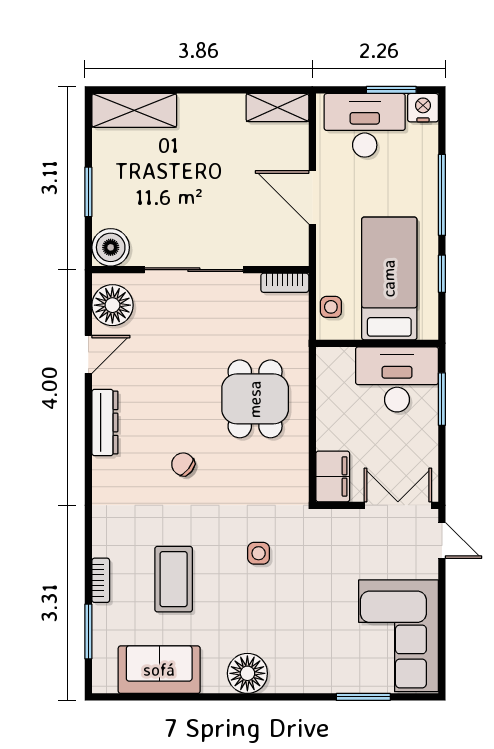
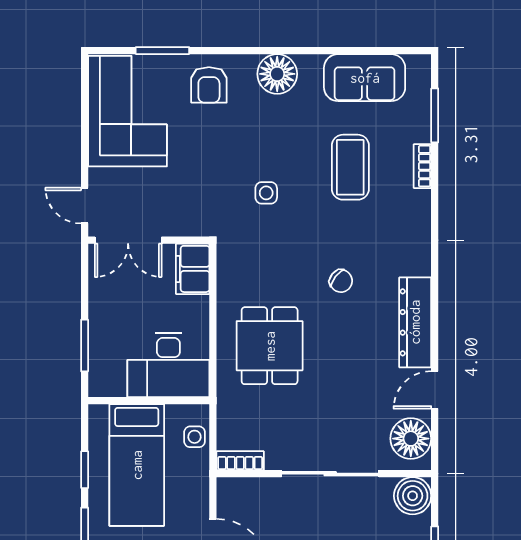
desk: (397, 379) -> (168, 365), moved
dresser: (105, 422) -> (415, 322), width x1.37, depth x1.24
armchair: (316, 662) -> (209, 85), added

